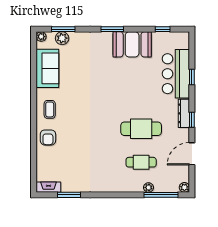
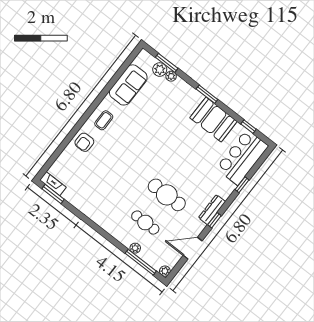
plant: (41, 37) -> (171, 76), moved
bar counter: (176, 74) -> (242, 157), moved
window: (69, 195) -> (53, 194), moved

